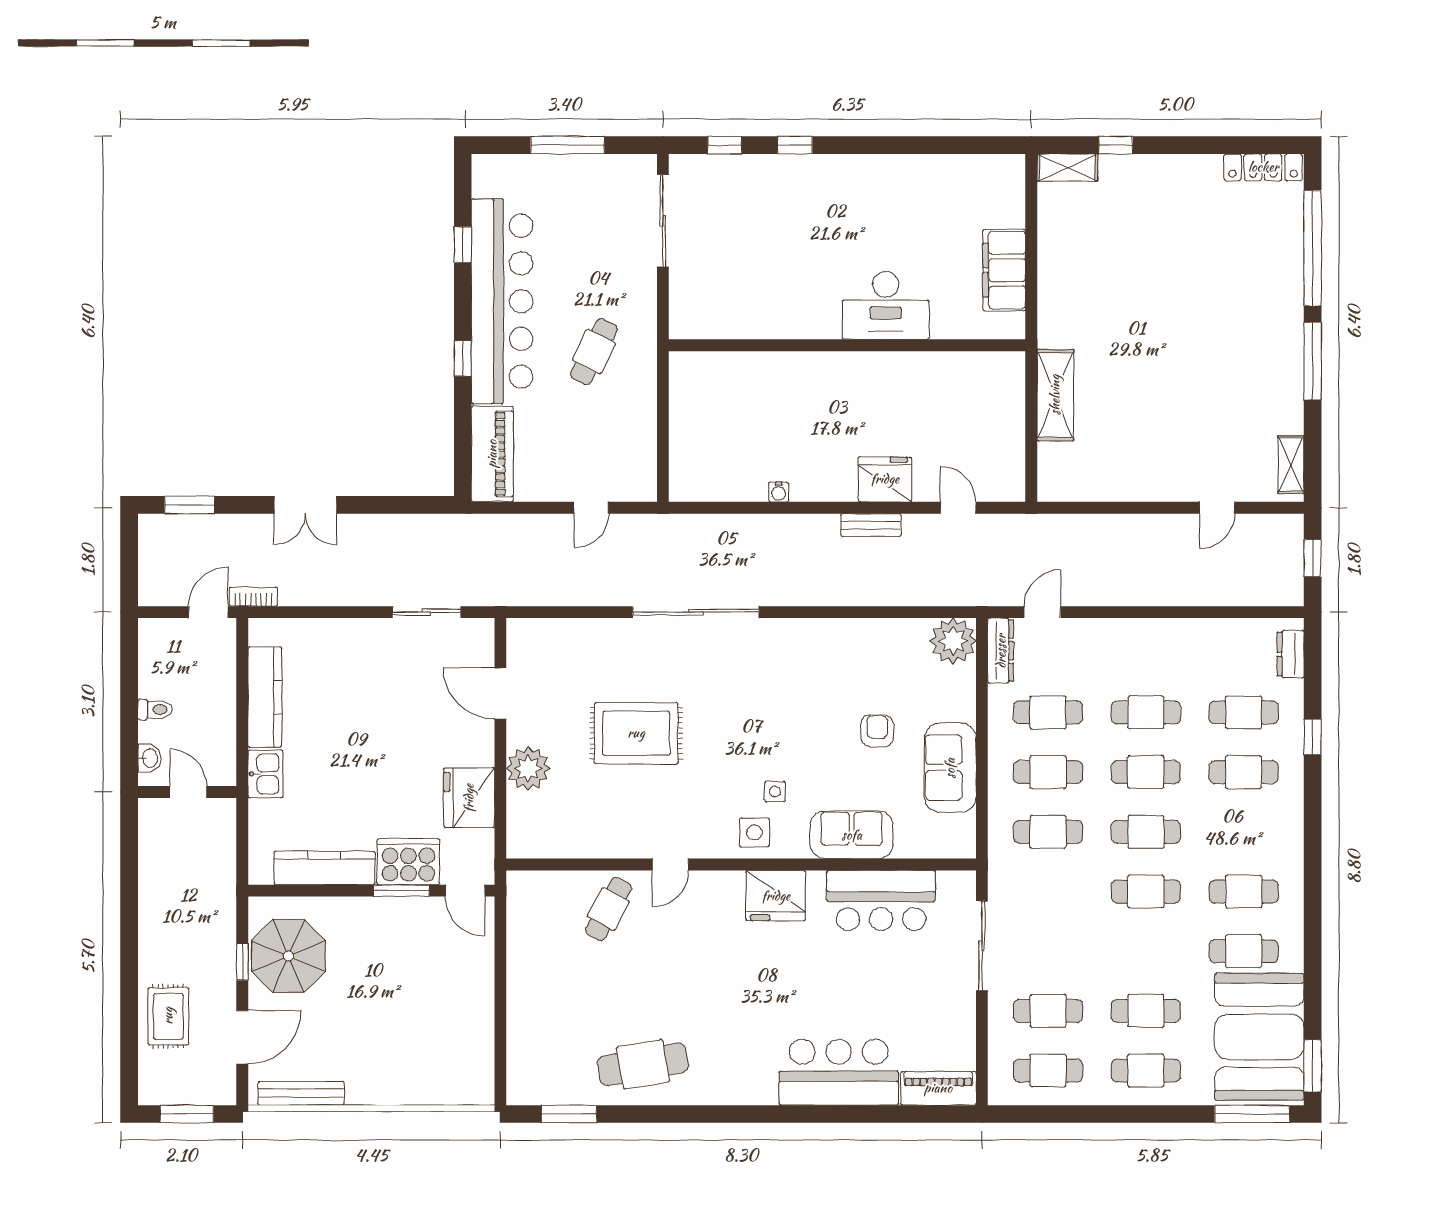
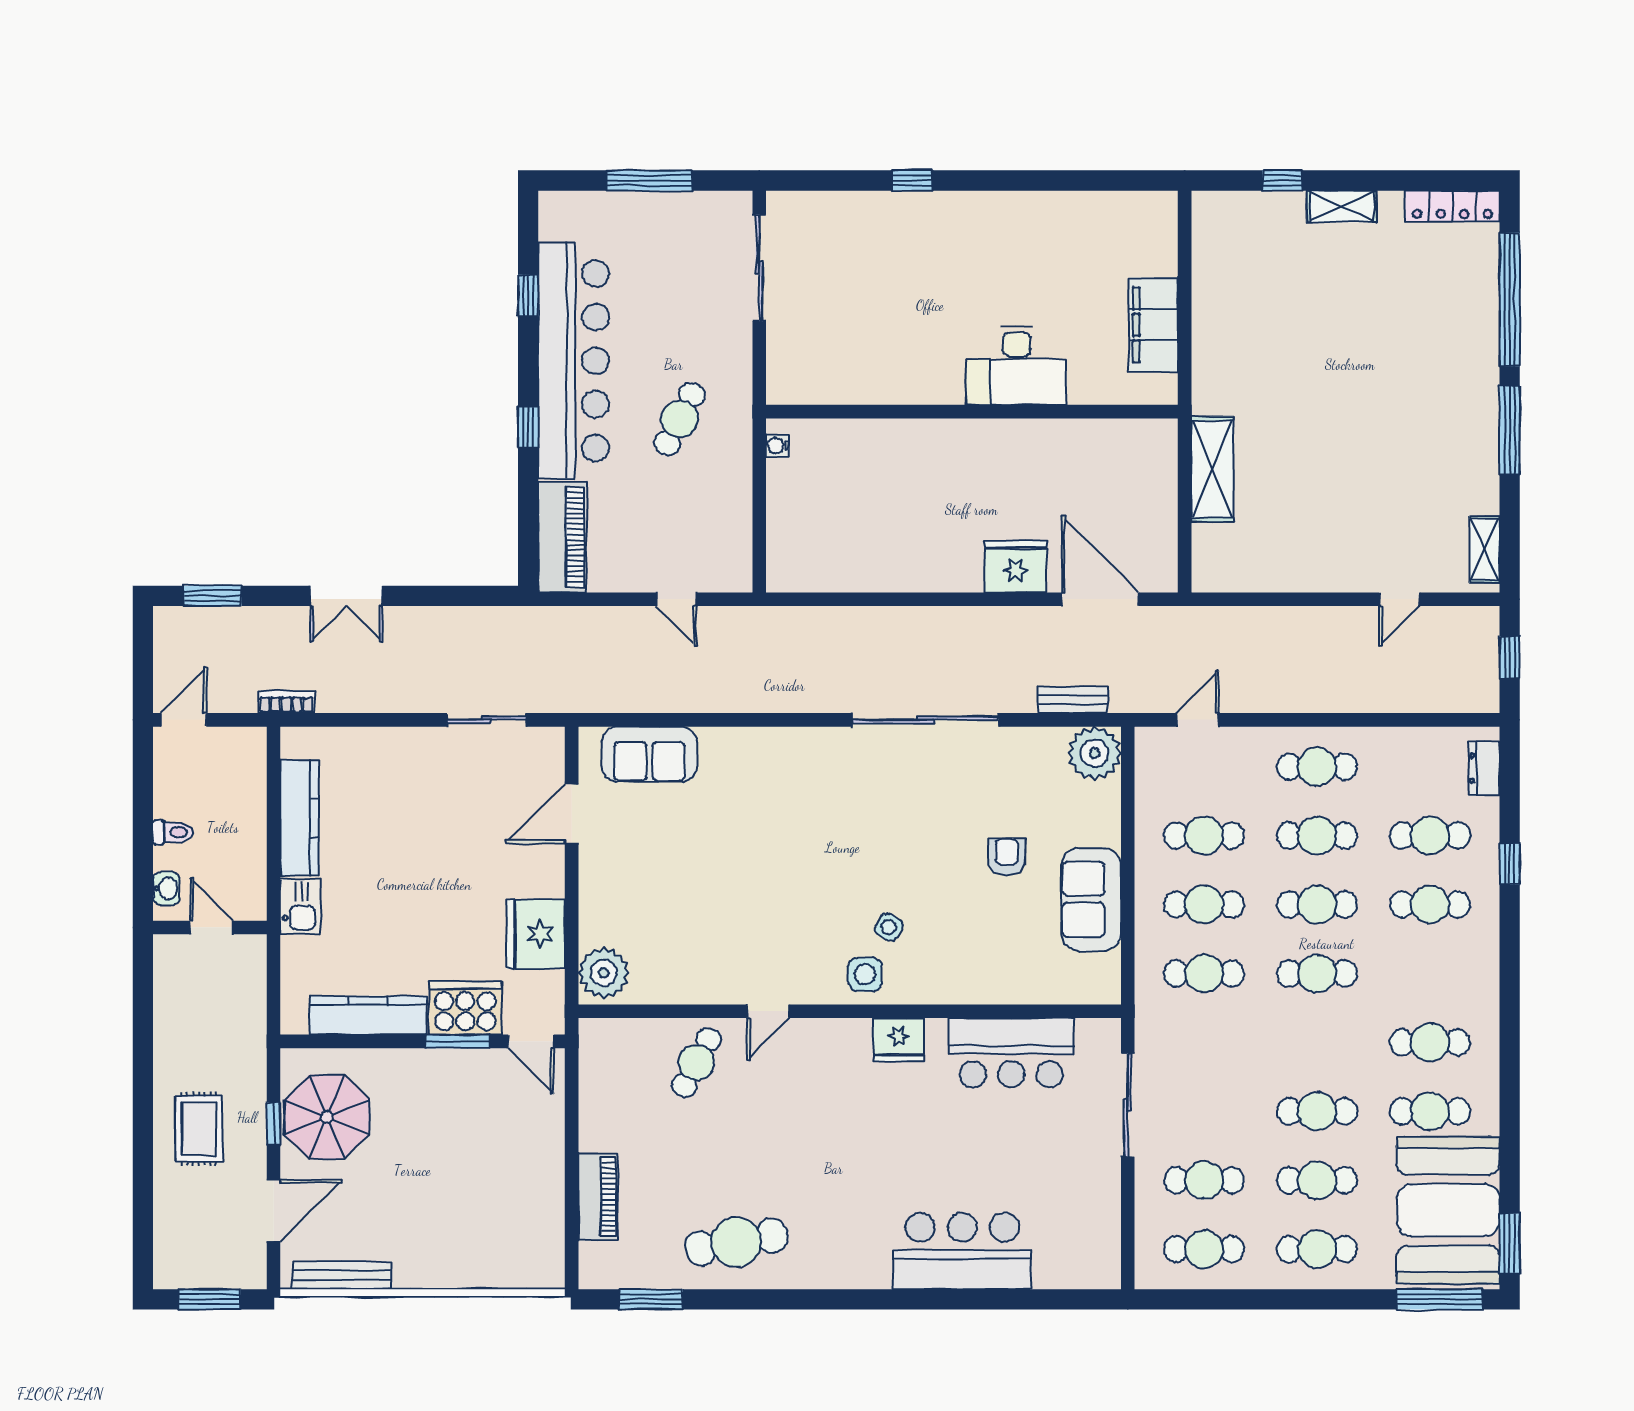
window: (725, 145) -> (831, 180), removed
shelving: (1067, 167) -> (1342, 206), moved
water cooler: (779, 492) -> (777, 446), moved, turned 90
door: (591, 508) -> (676, 599), hinge flipped
door: (958, 508) -> (1100, 599), width x1.88
bench: (871, 525) -> (1073, 700), moved
door: (208, 612) -> (184, 720), moved
sliding door: (696, 612) -> (925, 720), moved
dresser: (1001, 651) -> (1149, 764), removed
cafe table: (1146, 653) -> (1317, 767), added
door: (500, 694) -> (572, 814), hinge flipped
rug: (636, 733) -> (728, 860), removed
plant: (528, 768) -> (604, 973), moved
side table: (775, 791) -> (889, 927), turned 32
sofa: (852, 835) -> (649, 754), moved, turned 180
cafe table: (1146, 891) -> (1317, 1111), moved
fridge: (776, 896) -> (899, 1040), width x0.73, depth x0.75
rug: (168, 1016) -> (199, 1129), moved
piano: (938, 1088) -> (598, 1197), moved, turned 90

